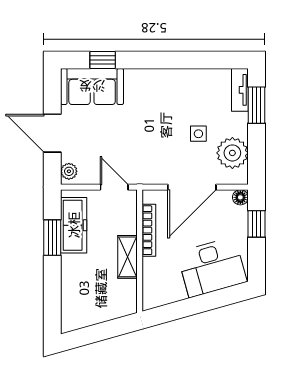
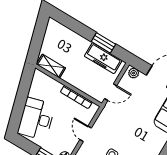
door: (192, 187) -> (86, 134), width x0.53
shelving: (128, 257) -> (51, 66), moved

